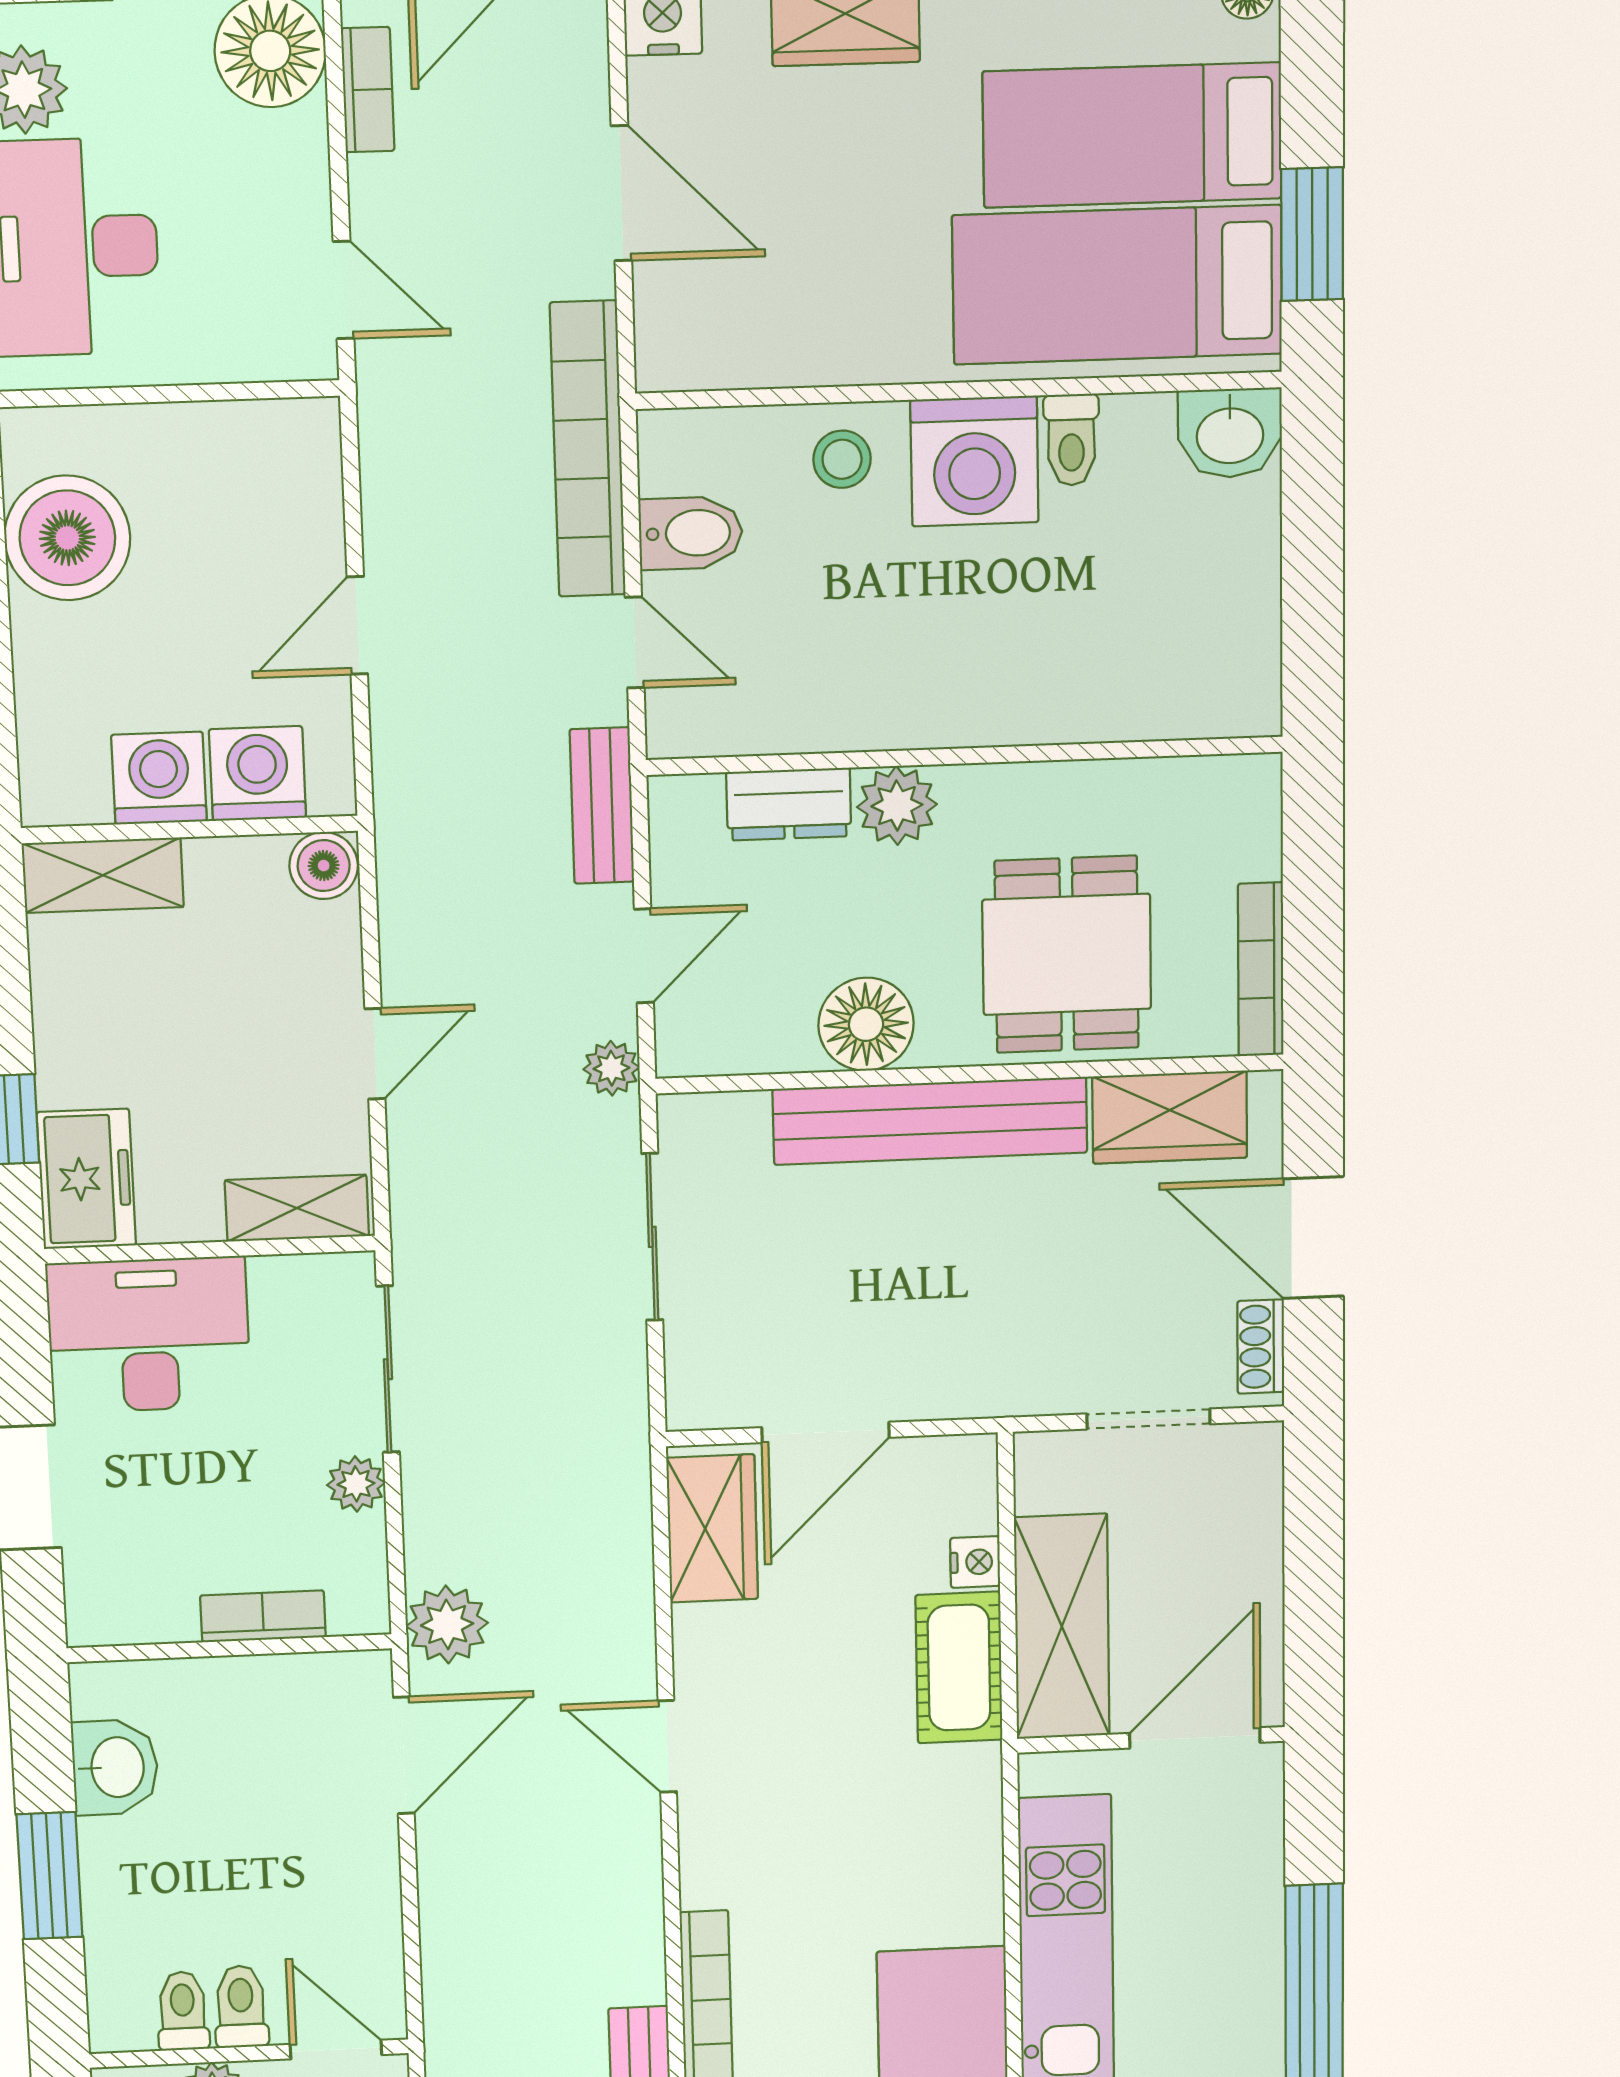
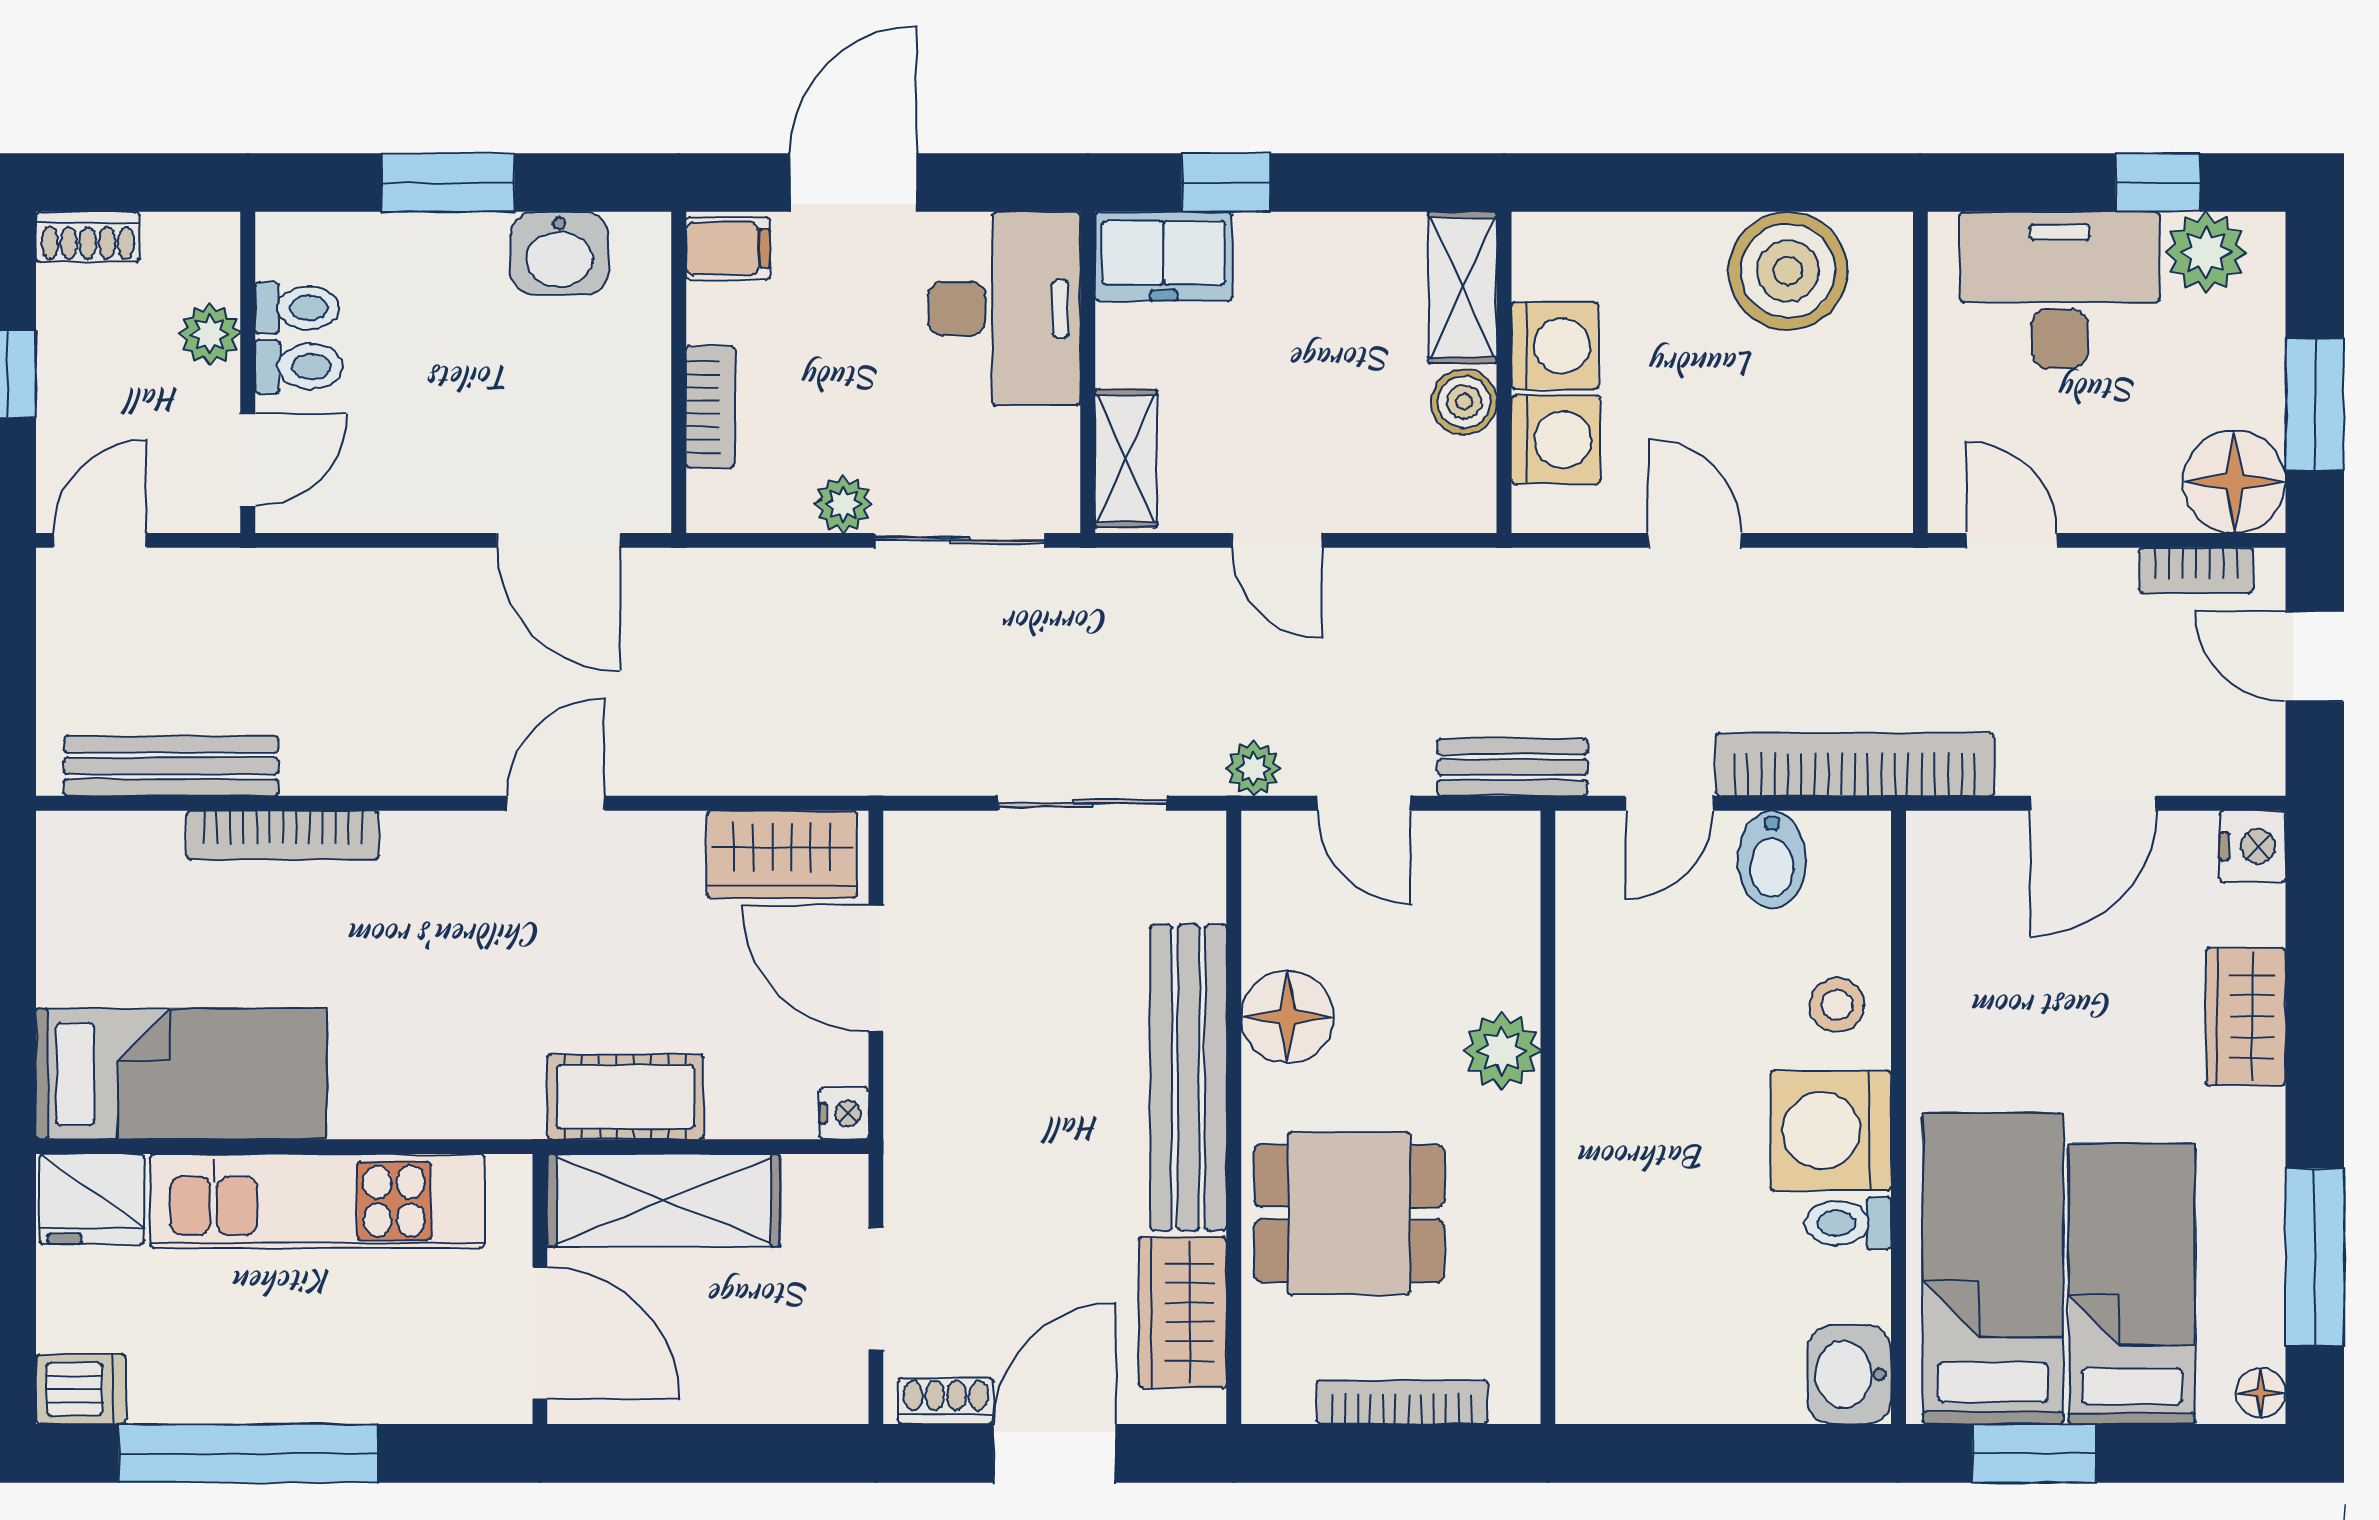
door: (343, 290) -> (2012, 540), swing flipped
dresser: (789, 804) -> (1507, 947), removed
boiler: (324, 866) -> (1464, 402), moved
bookcase: (1261, 969) -> (1402, 1402), moved
nightstand: (975, 1562) -> (844, 1113), moved, turned -90
filing cabinet: (102, 1606) -> (728, 249), added
plant: (447, 1625) -> (694, 588), removed

